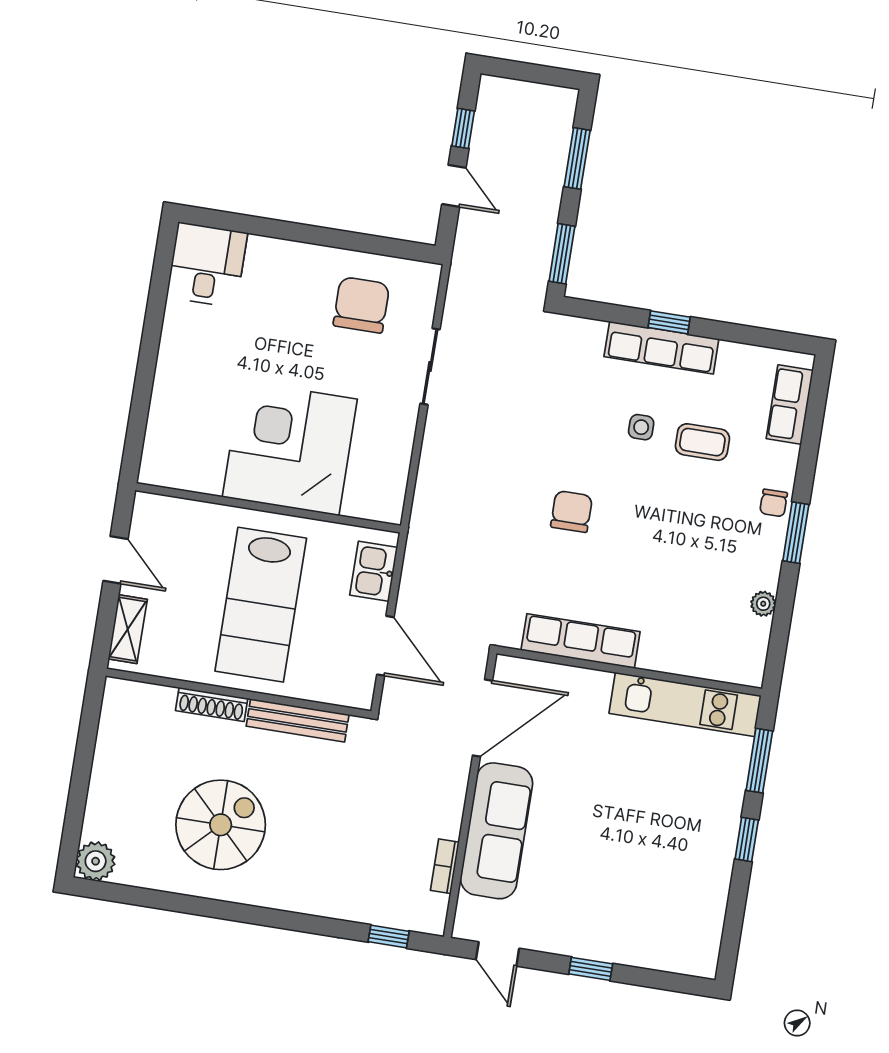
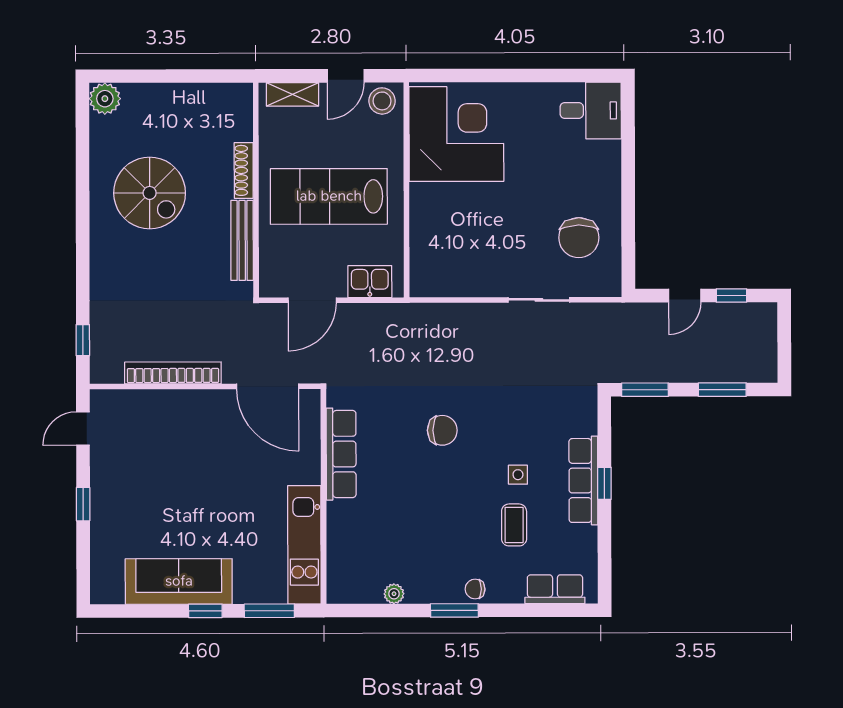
chair: (361, 305) -> (579, 238), turned 90
corner desk: (290, 448) -> (456, 134), moved
stool: (154, 520) -> (382, 101), added
sofa: (497, 831) -> (179, 581), moved, turned 180
bookcase: (445, 866) -> (173, 373), width x2.31, depth x1.31

